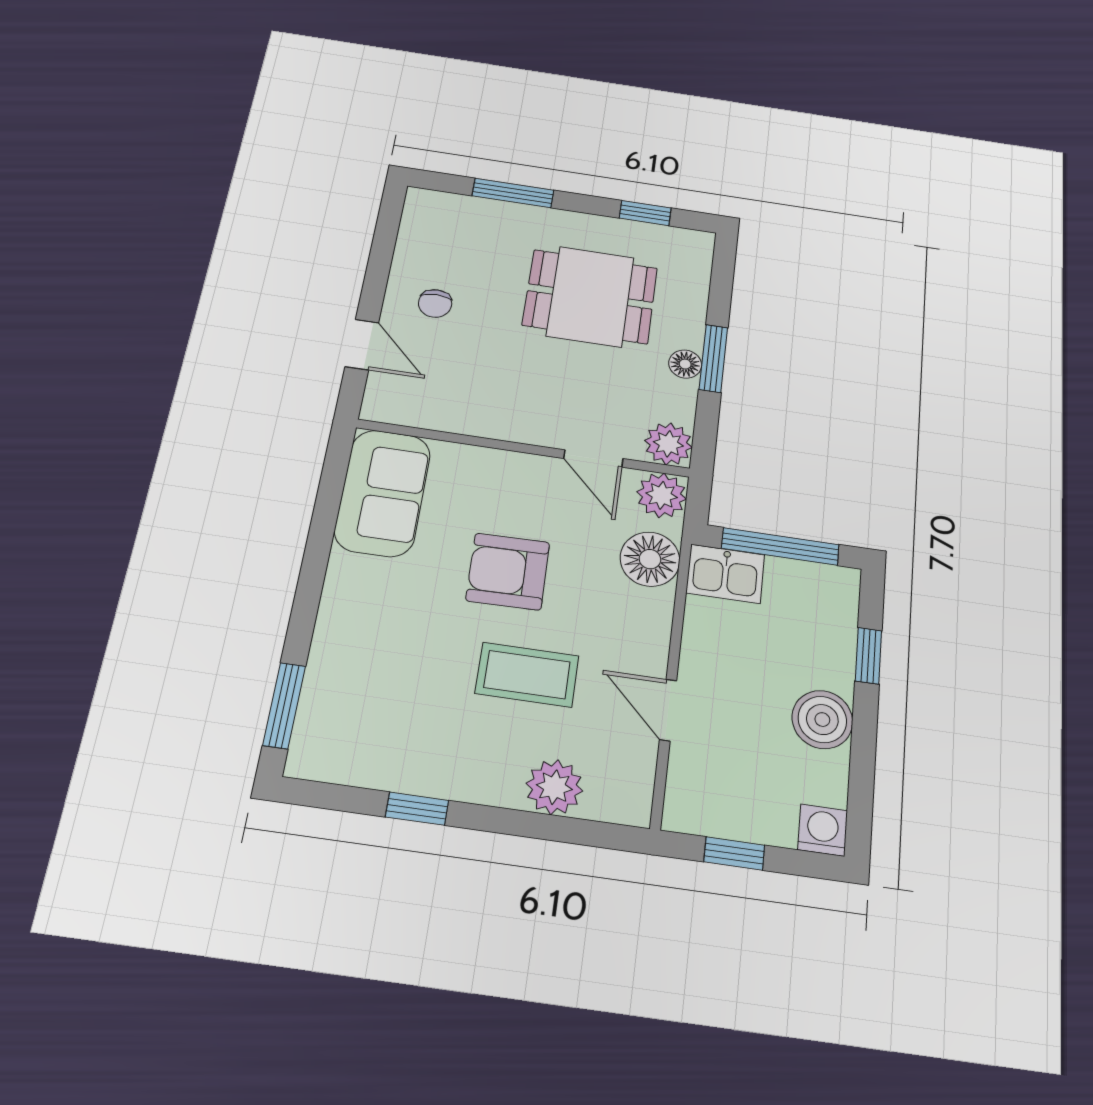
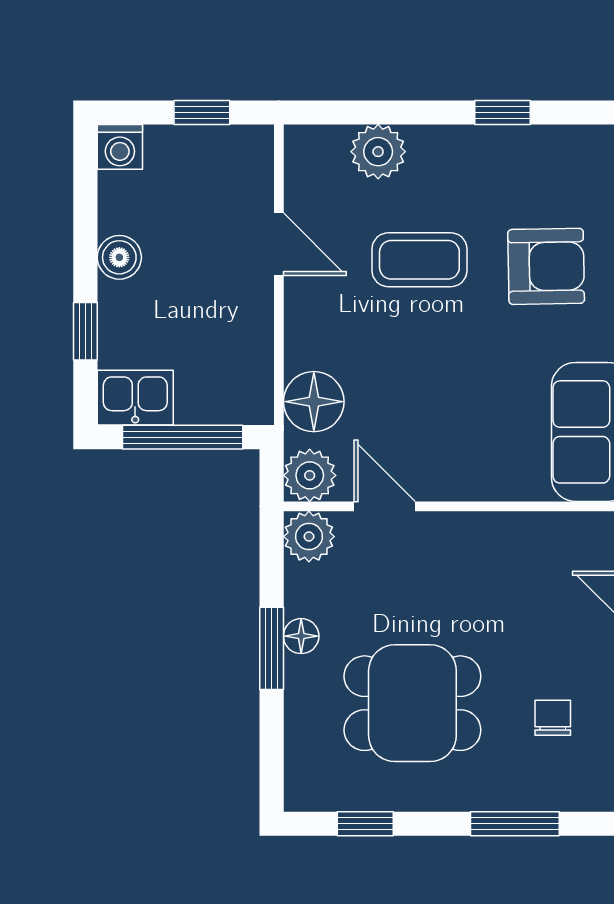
chair: (435, 303) -> (553, 718), moved
armchair: (508, 571) -> (546, 266), moved
kitchen sink: (725, 574) -> (135, 398), moved
boiler: (822, 720) -> (119, 257), width x0.73, depth x0.73

